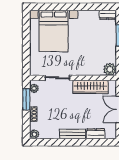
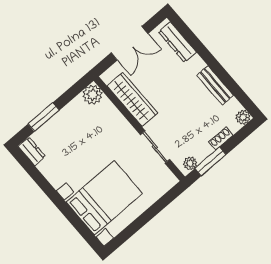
bench: (73, 134) -> (215, 85), moved
dresser: (96, 134) -> (177, 42), width x1.44

